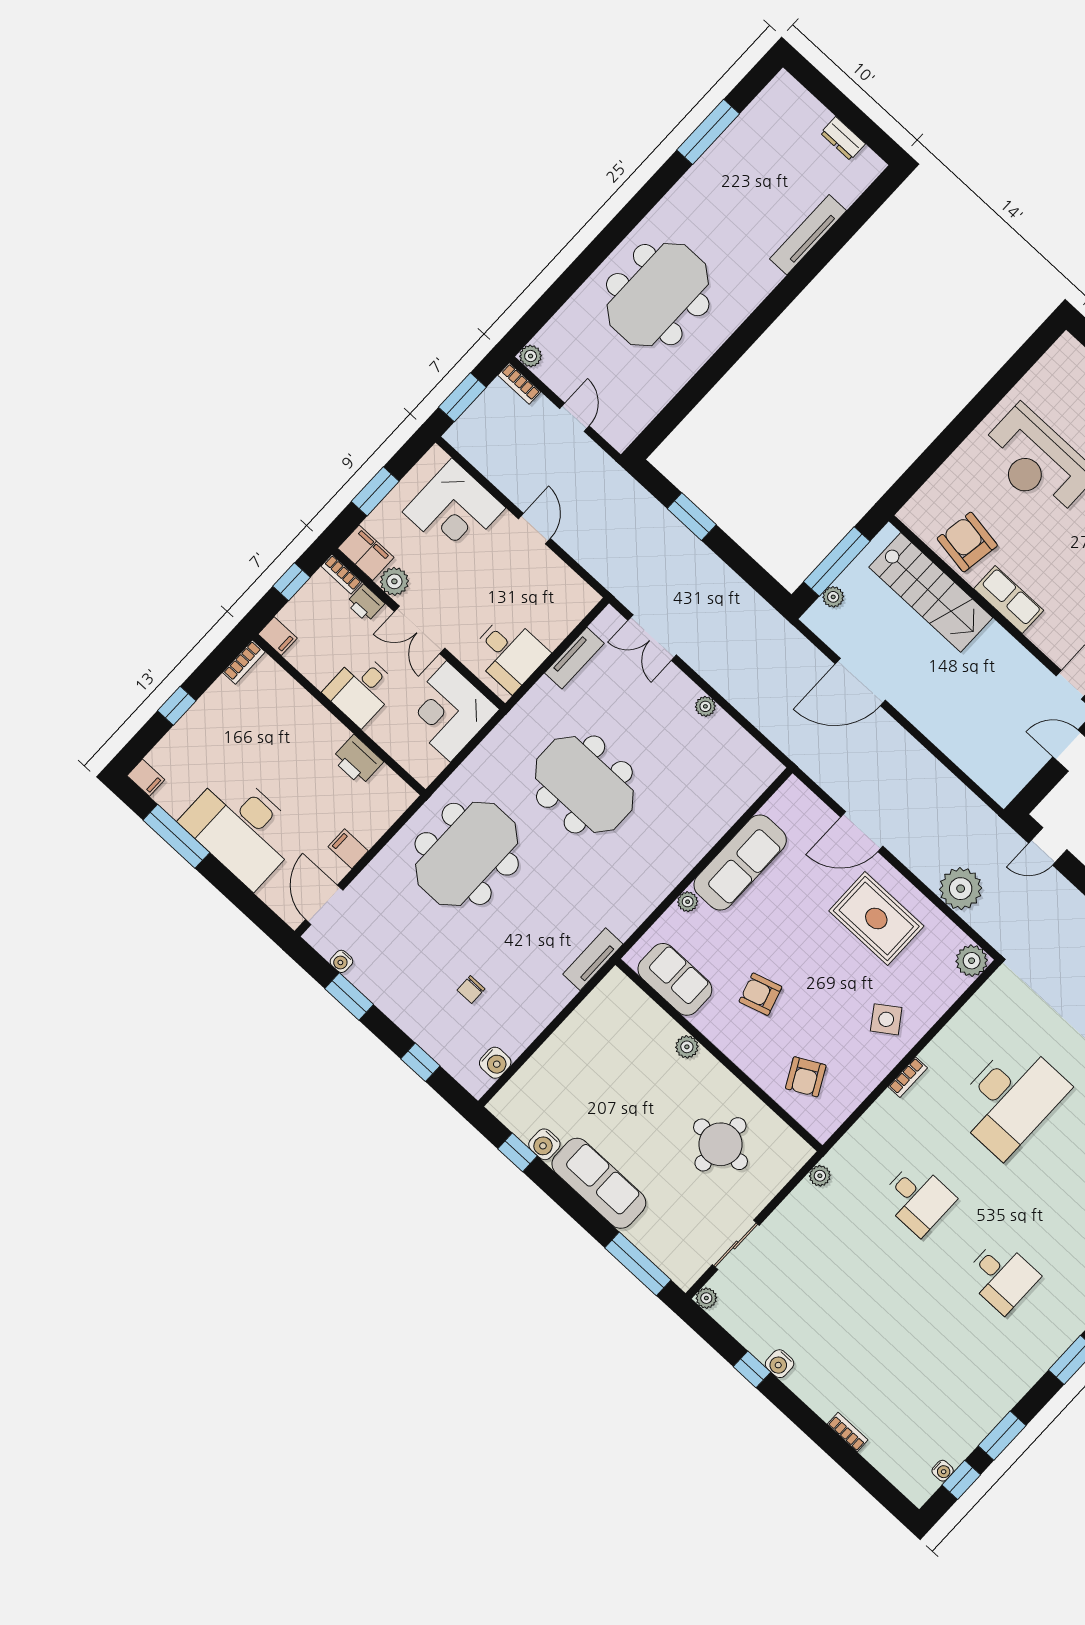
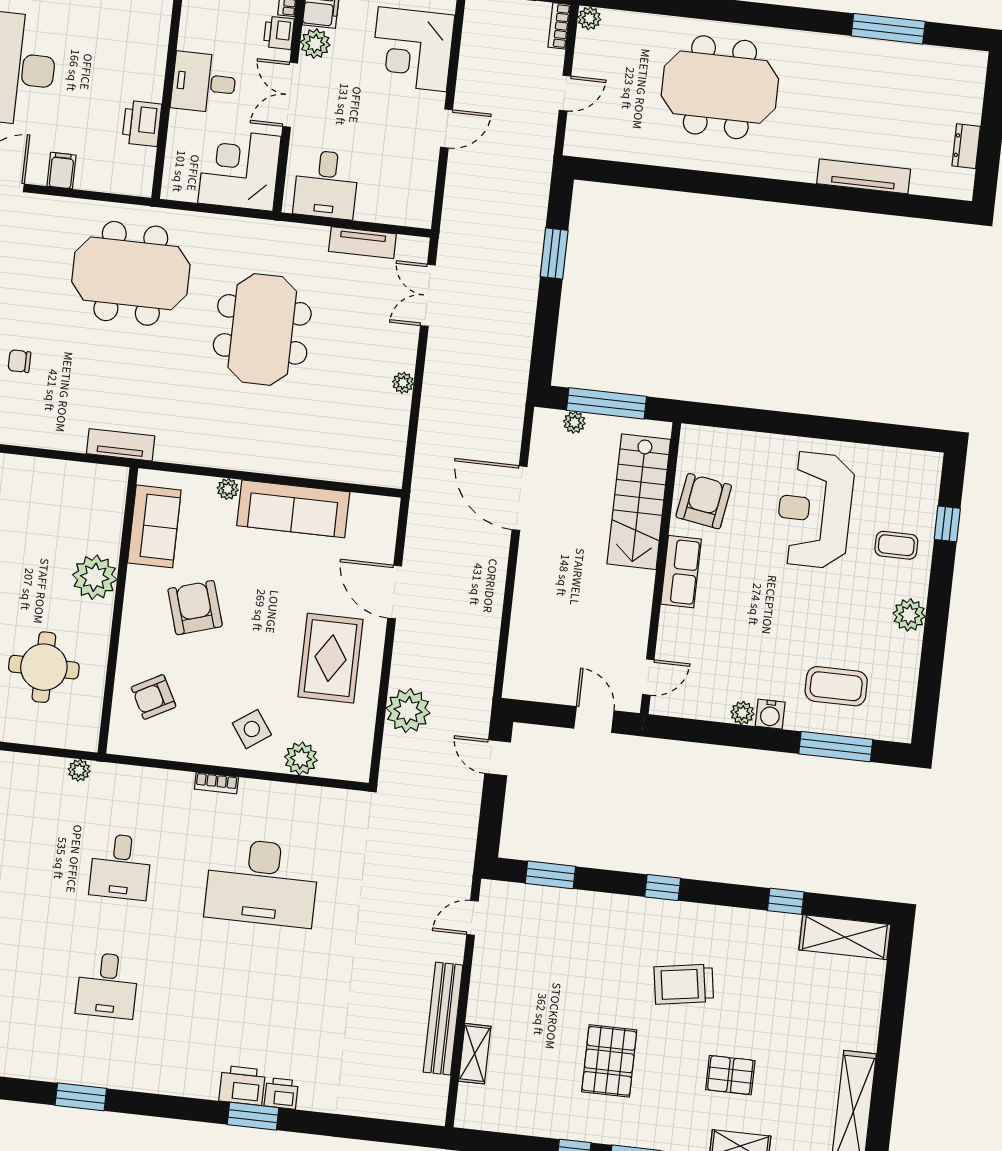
plant: (972, 961) -> (301, 759), moved
armchair: (760, 994) -> (195, 608), width x1.38, depth x1.38
plant: (687, 1047) -> (95, 577), width x1.88, depth x1.88

